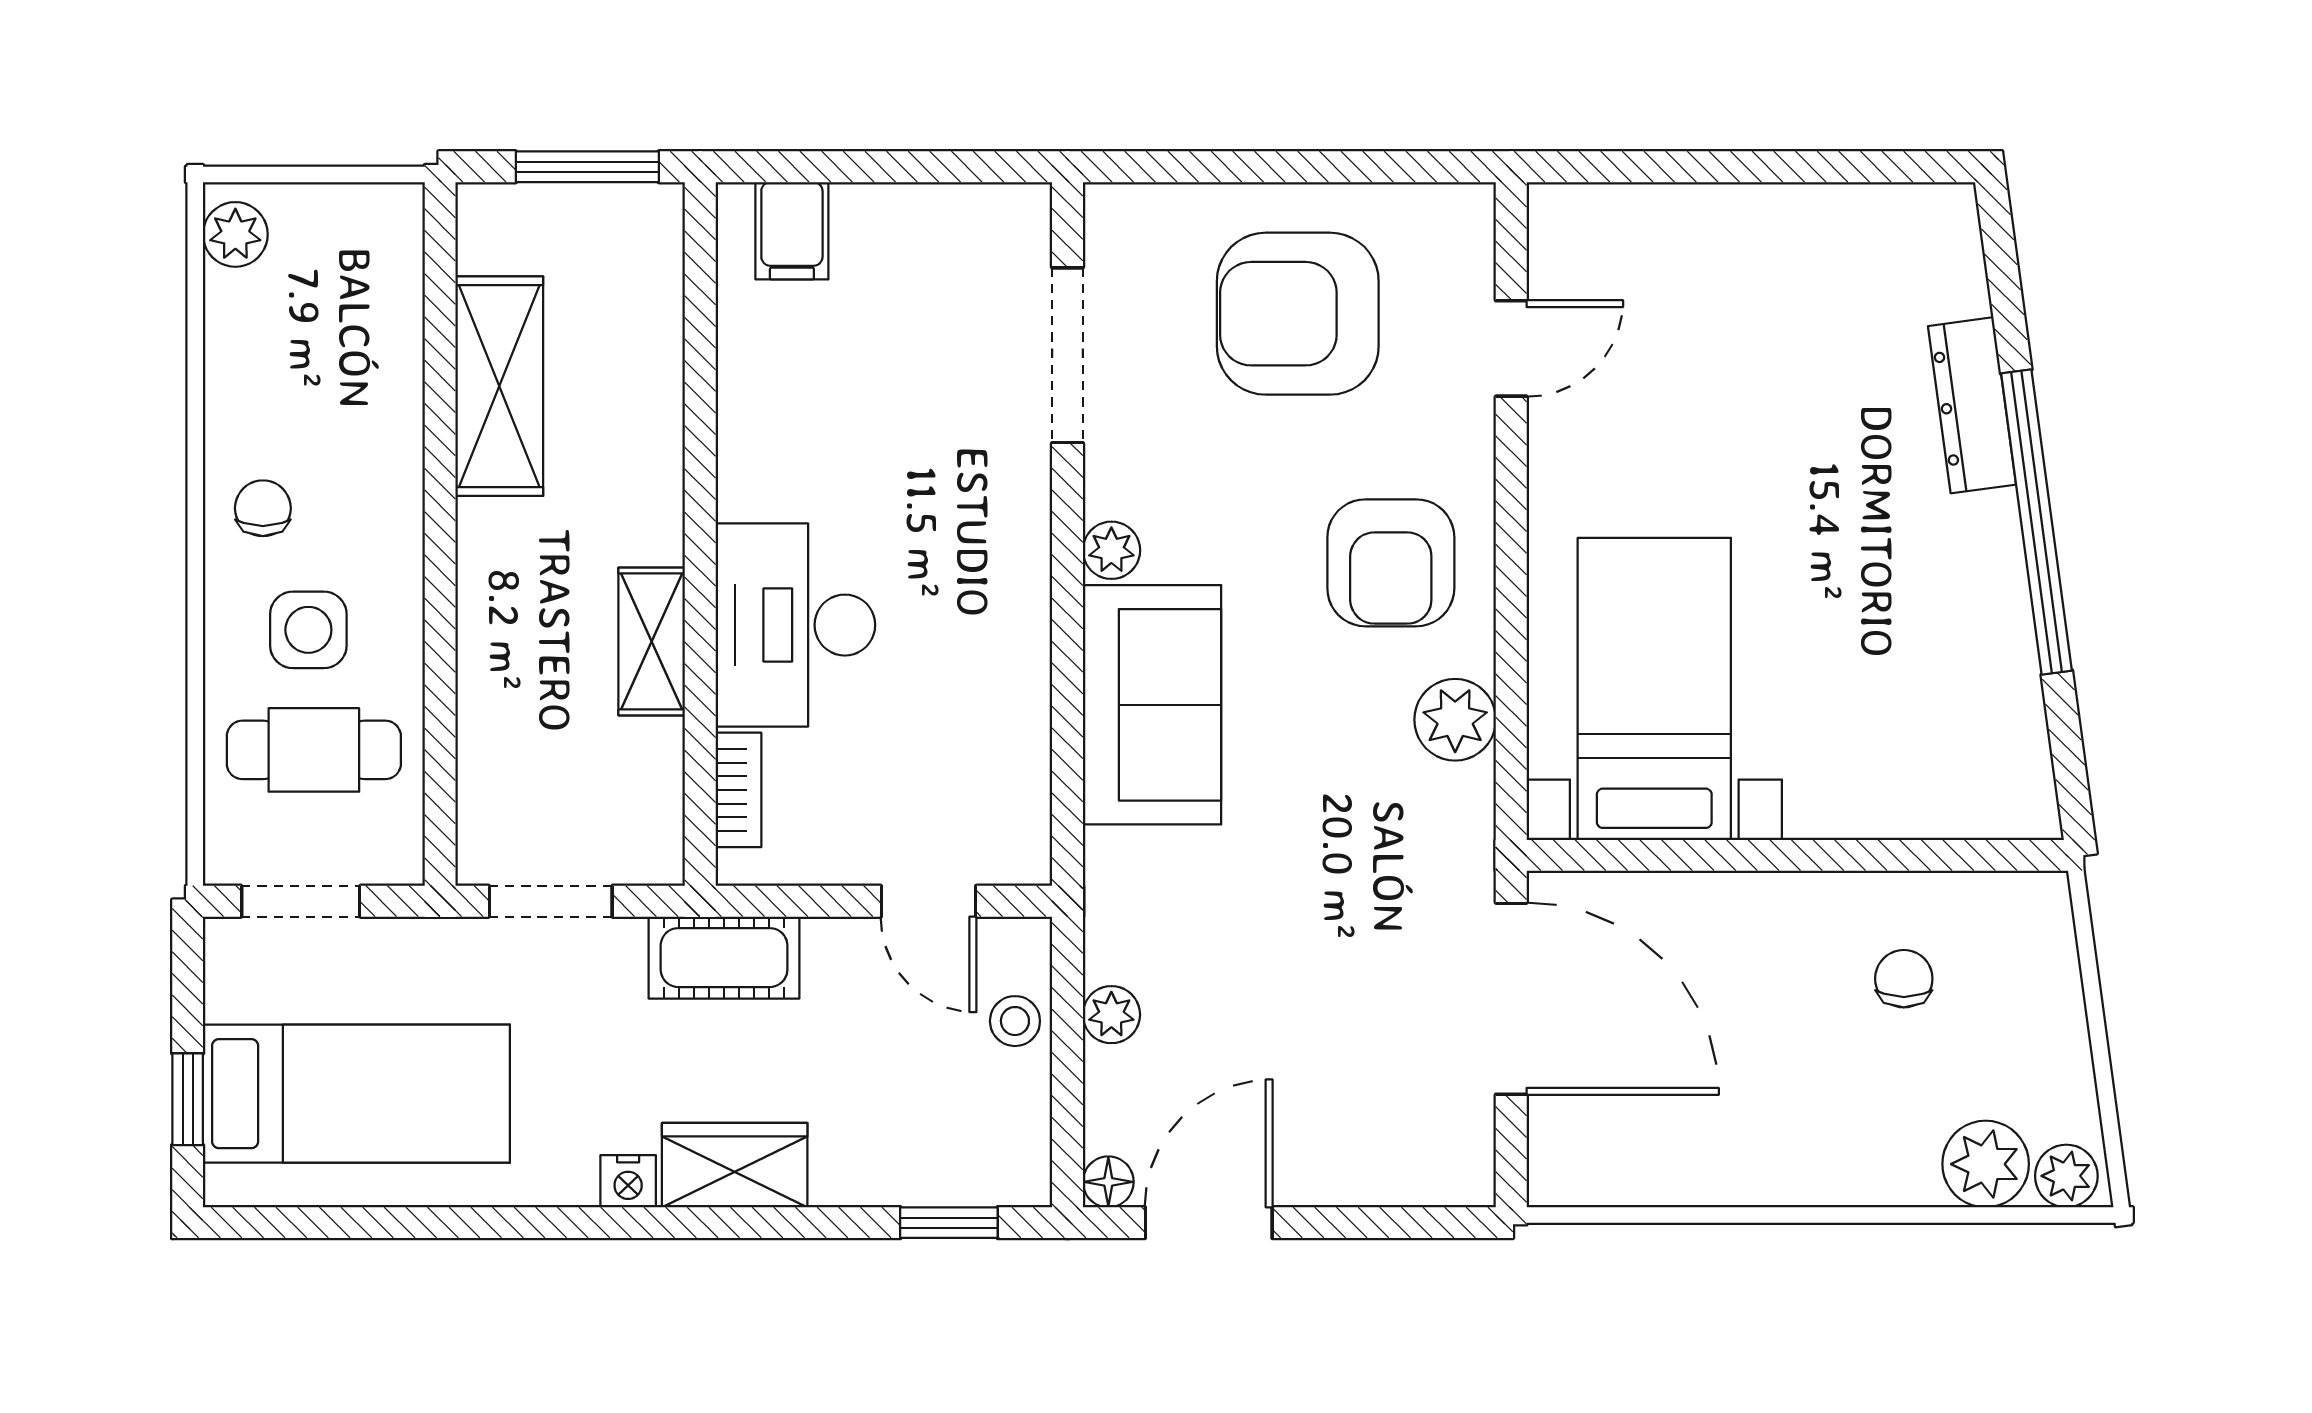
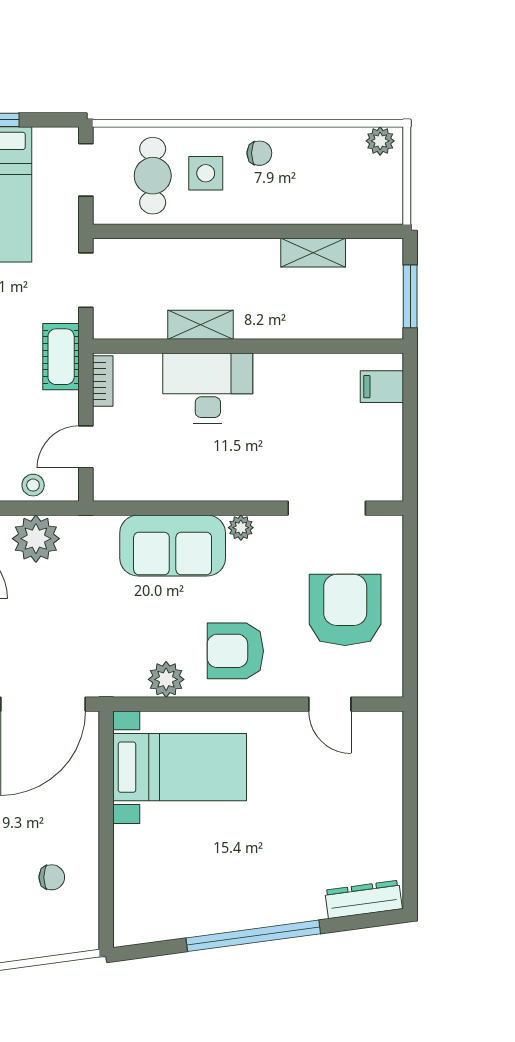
shelving: (499, 386) -> (313, 253), width x0.67, depth x0.75
dresser: (1972, 405) -> (364, 899), moved
bookcase: (738, 790) -> (103, 381), moved, turned -90
plant: (1111, 1015) -> (36, 539), width x1.88, depth x1.88

